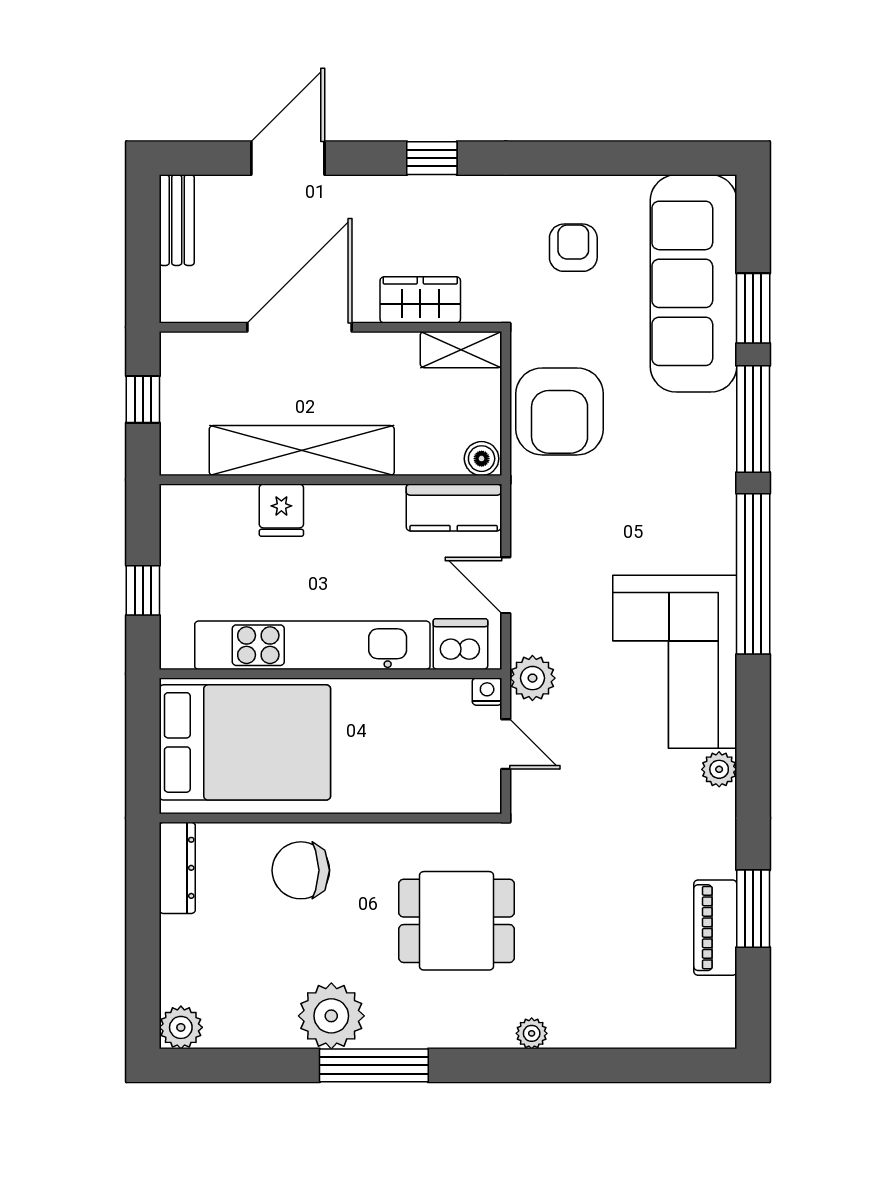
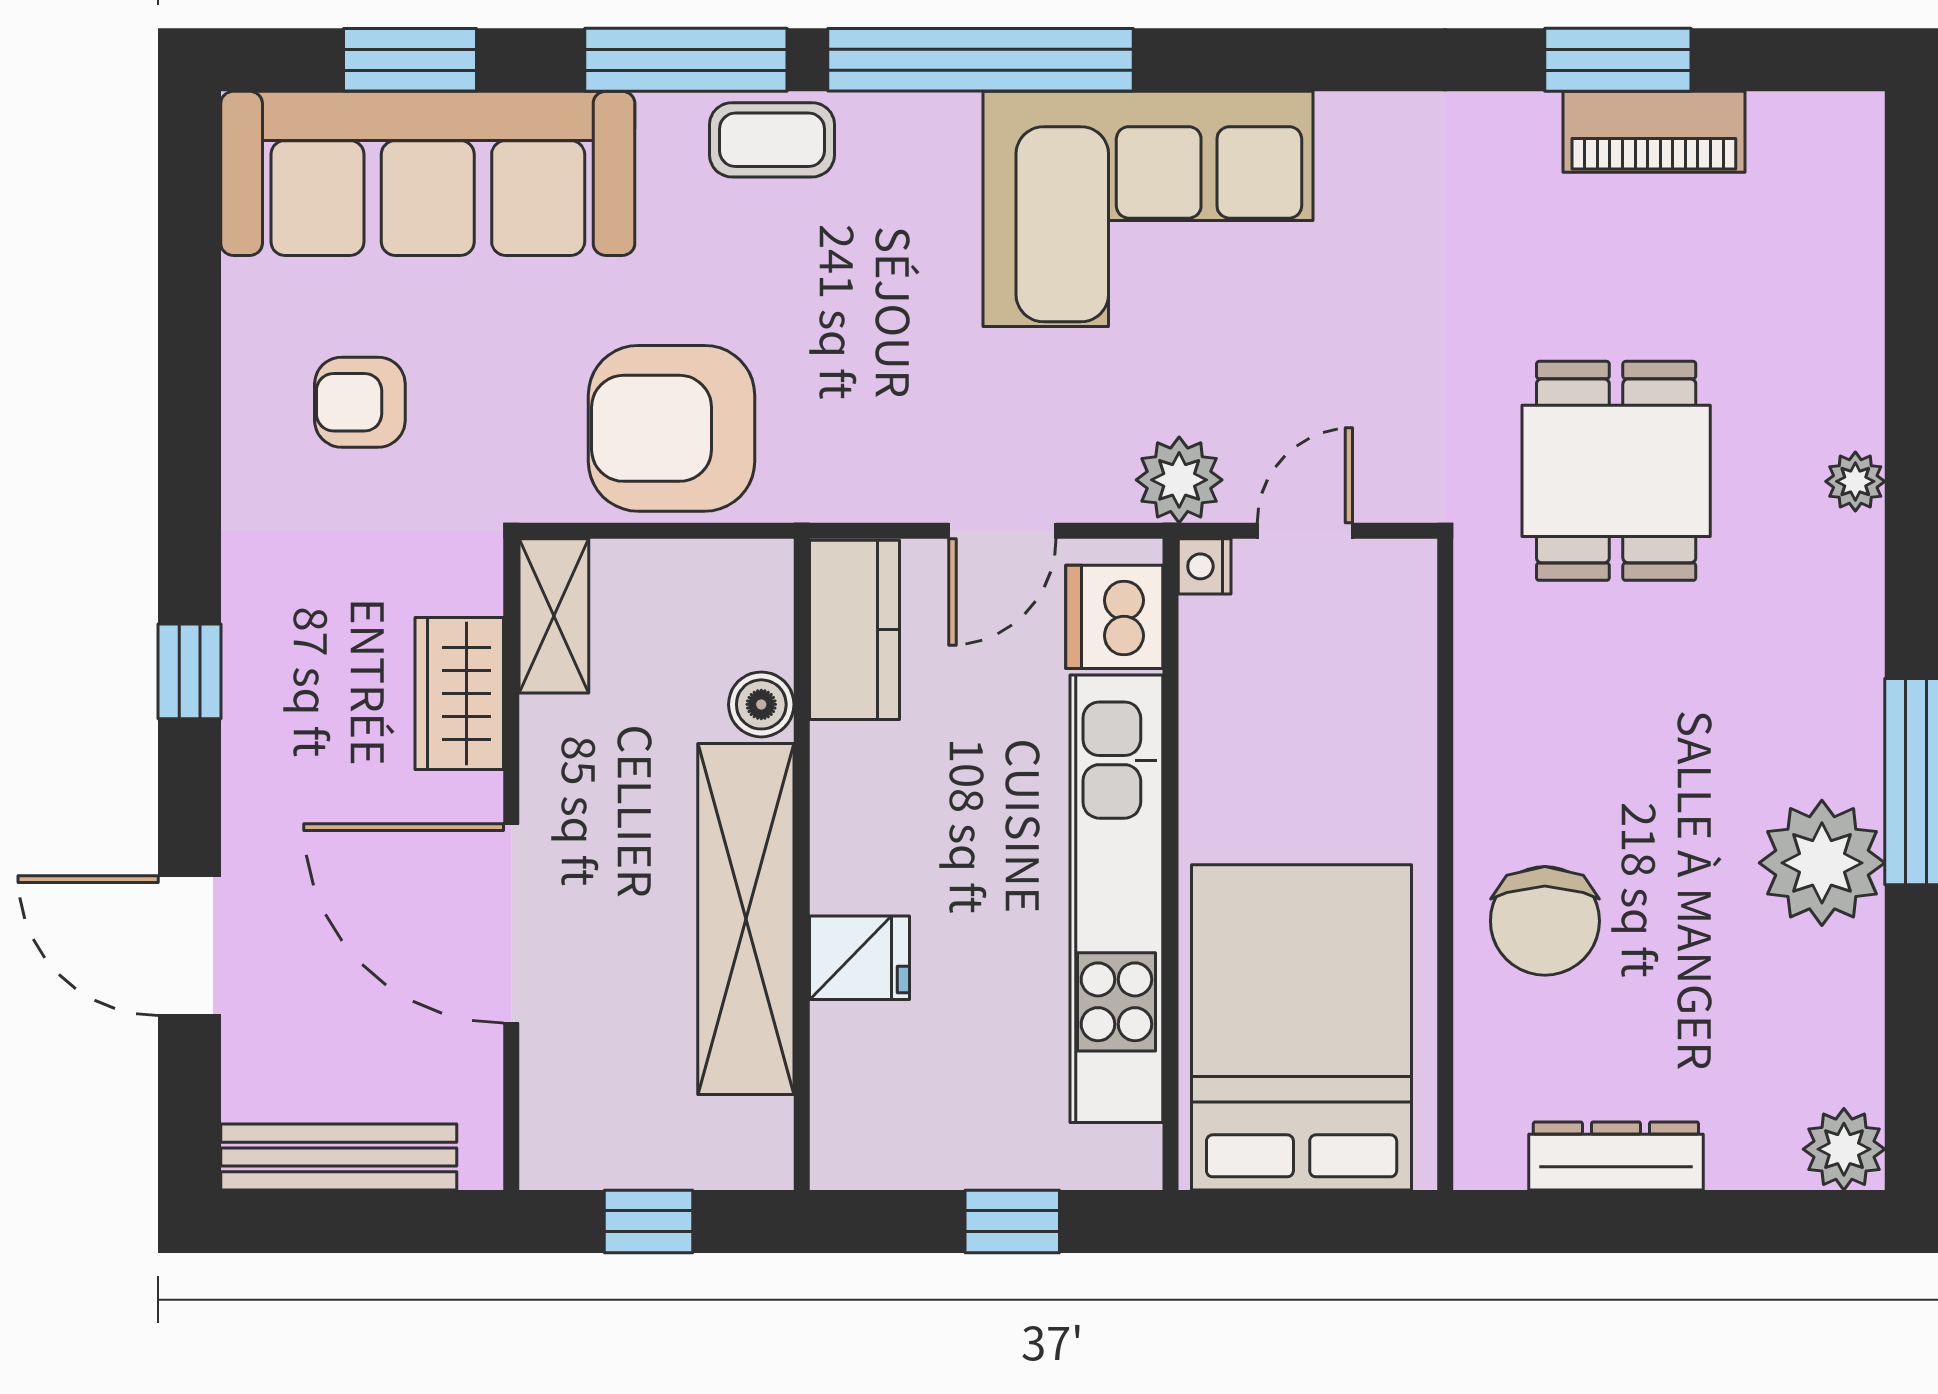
bench: (177, 220) -> (339, 1157), width x1.36
window: (753, 308) -> (410, 60), moved
armchair: (560, 411) -> (671, 428), turned 180
boiler: (482, 459) -> (761, 704), moved
coffee table: (711, 464) -> (772, 140), added
plant: (719, 769) -> (1353, 125), removed
dresser: (177, 868) -> (1616, 1156), moved
dining table: (457, 921) -> (1616, 471), moved

